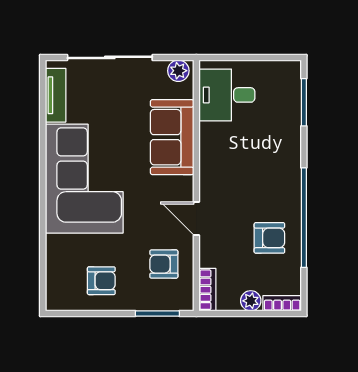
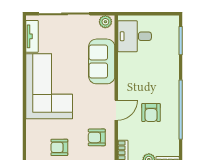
door: (196, 218) -> (116, 110), swing flipped
armchair: (269, 238) -> (151, 113), moved, turned 90
armchair: (101, 281) -> (59, 147), turned 180

